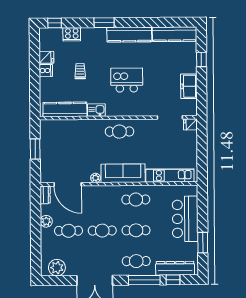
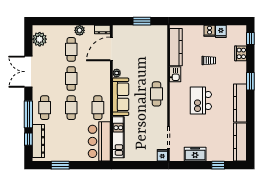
kitchen island: (127, 80) -> (201, 101), turned 180
bar counter: (185, 219) -> (99, 141), moved, turned -90

